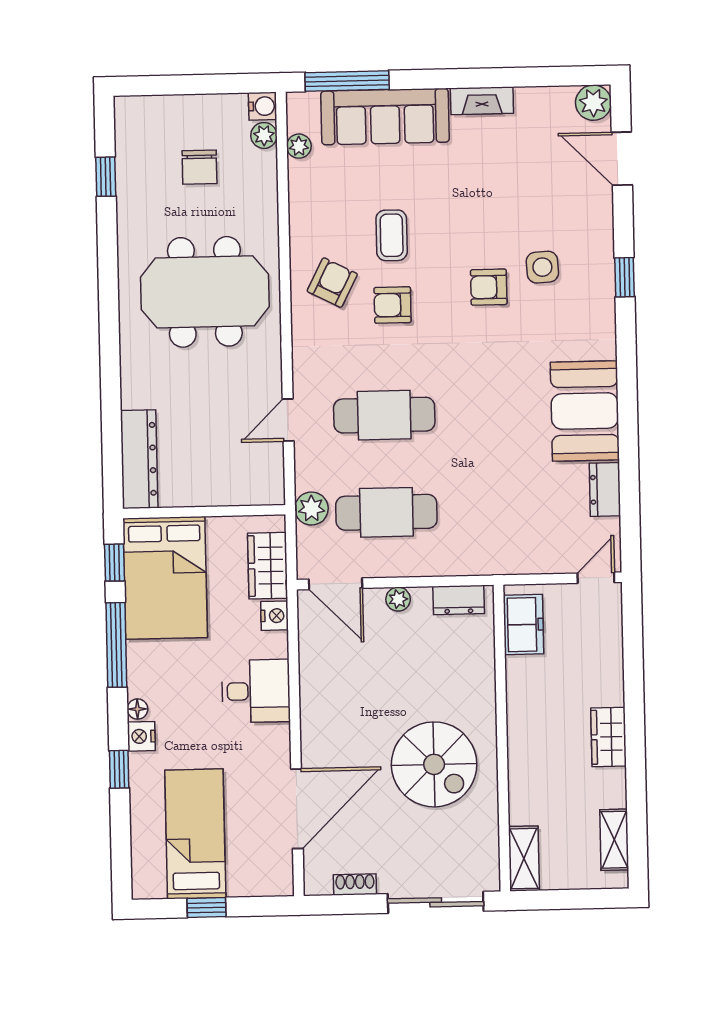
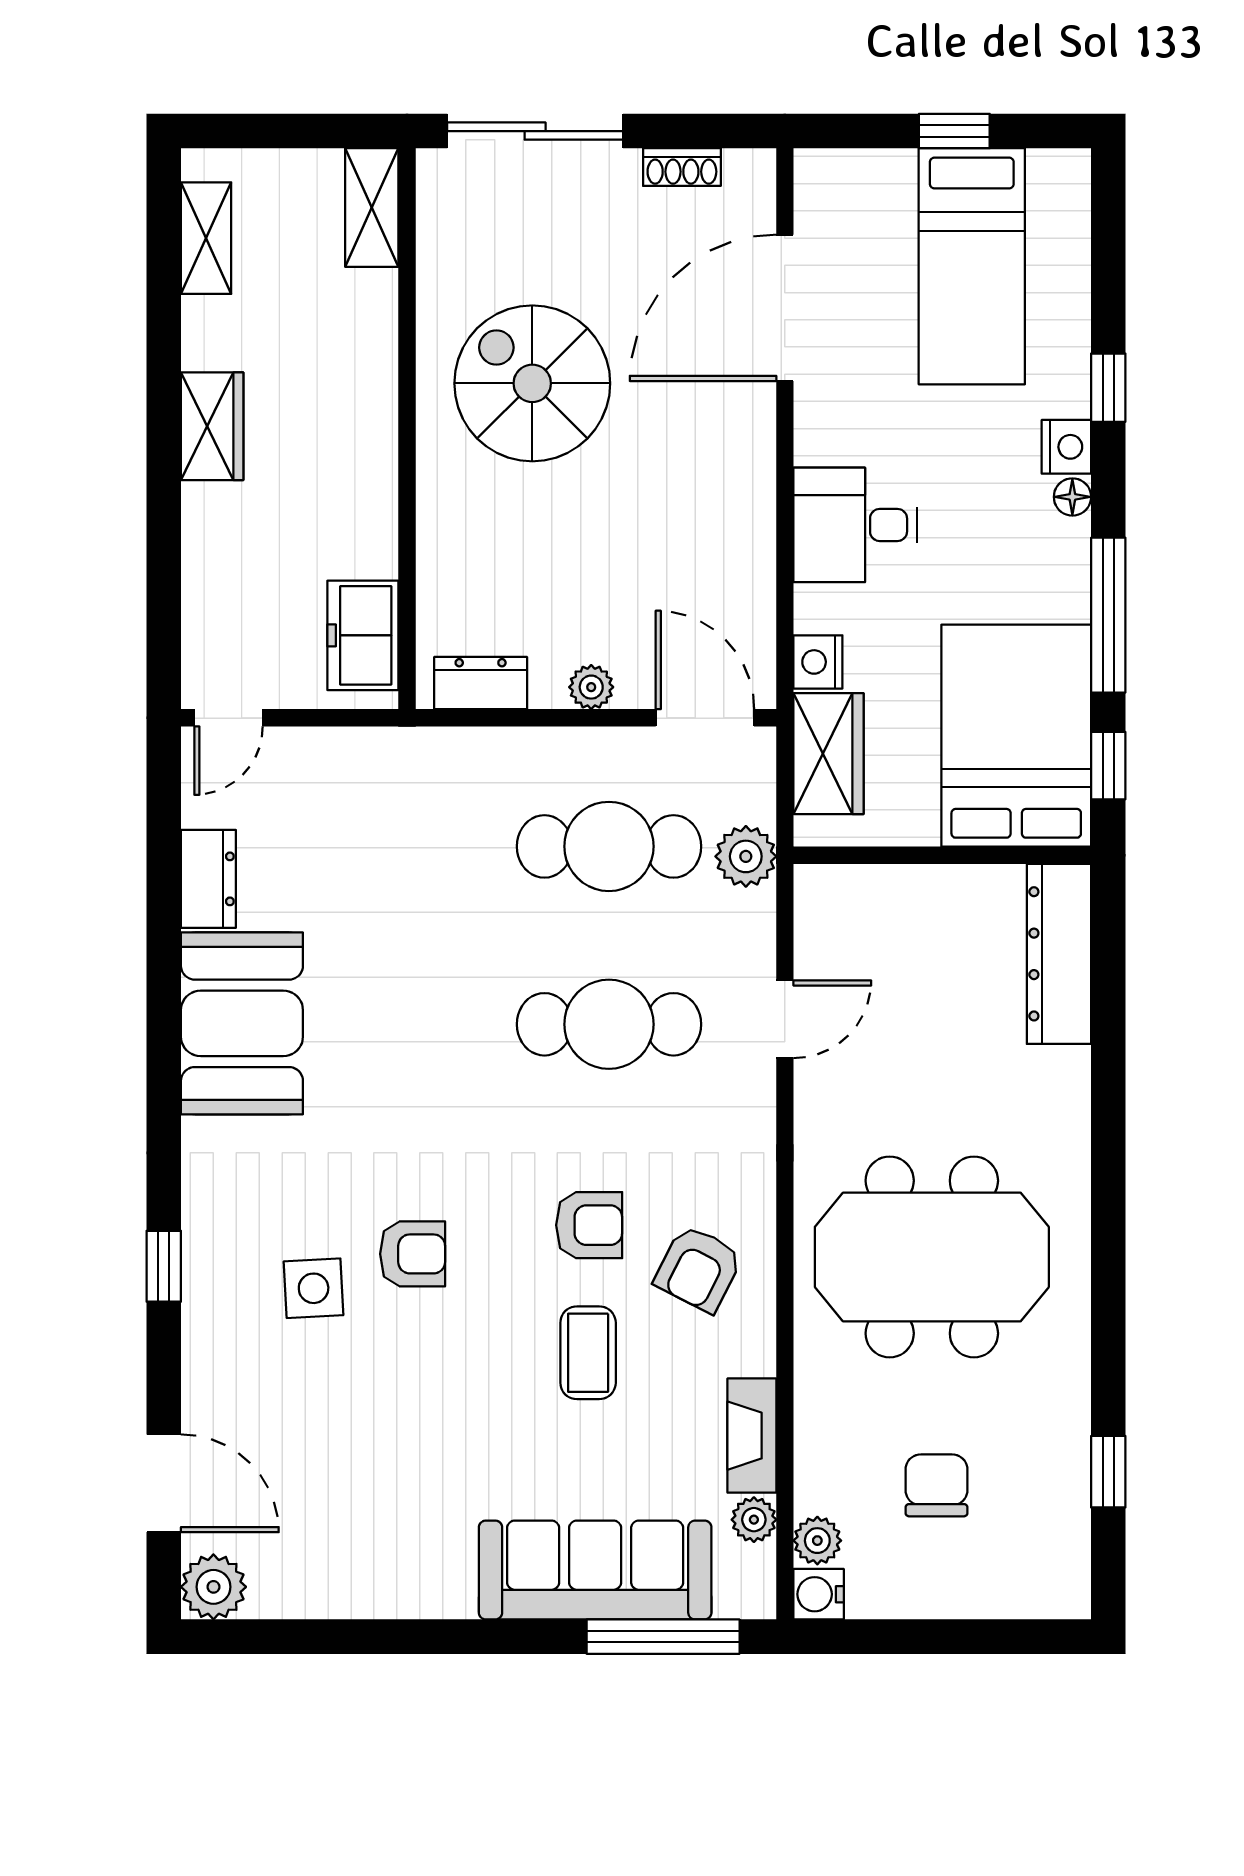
fireplace: (482, 101) -> (752, 1436), moved, turned -90

